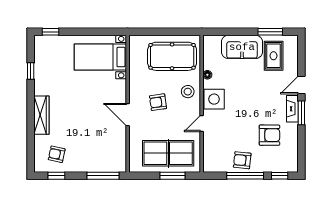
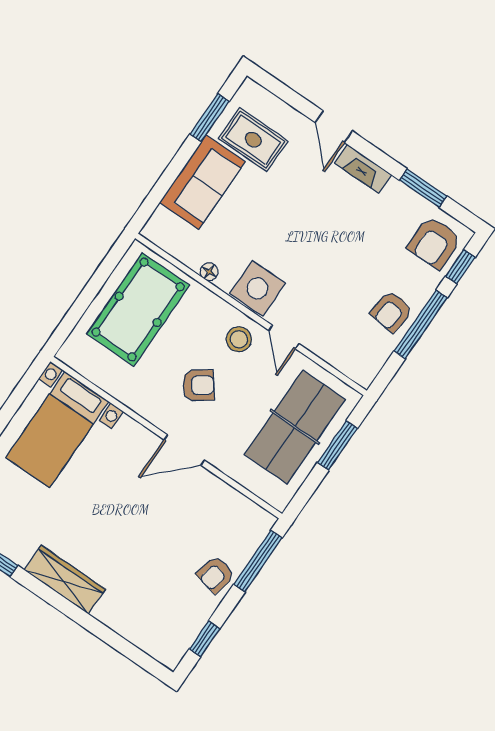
stool: (188, 92) -> (239, 339), moved
armchair: (158, 102) -> (198, 385), turned -118
window: (301, 113) -> (423, 188), moved
wardrobe: (41, 115) -> (65, 580), moved
armchair: (269, 135) -> (434, 243), moved, turned 180
armchair: (57, 154) -> (216, 575), moved

